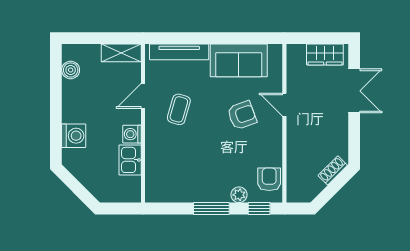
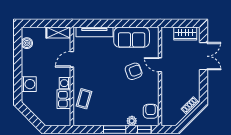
coffee table: (179, 109) -> (84, 99), moved

